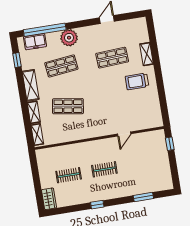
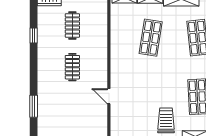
window: (97, 205) -> (34, 35), moved

